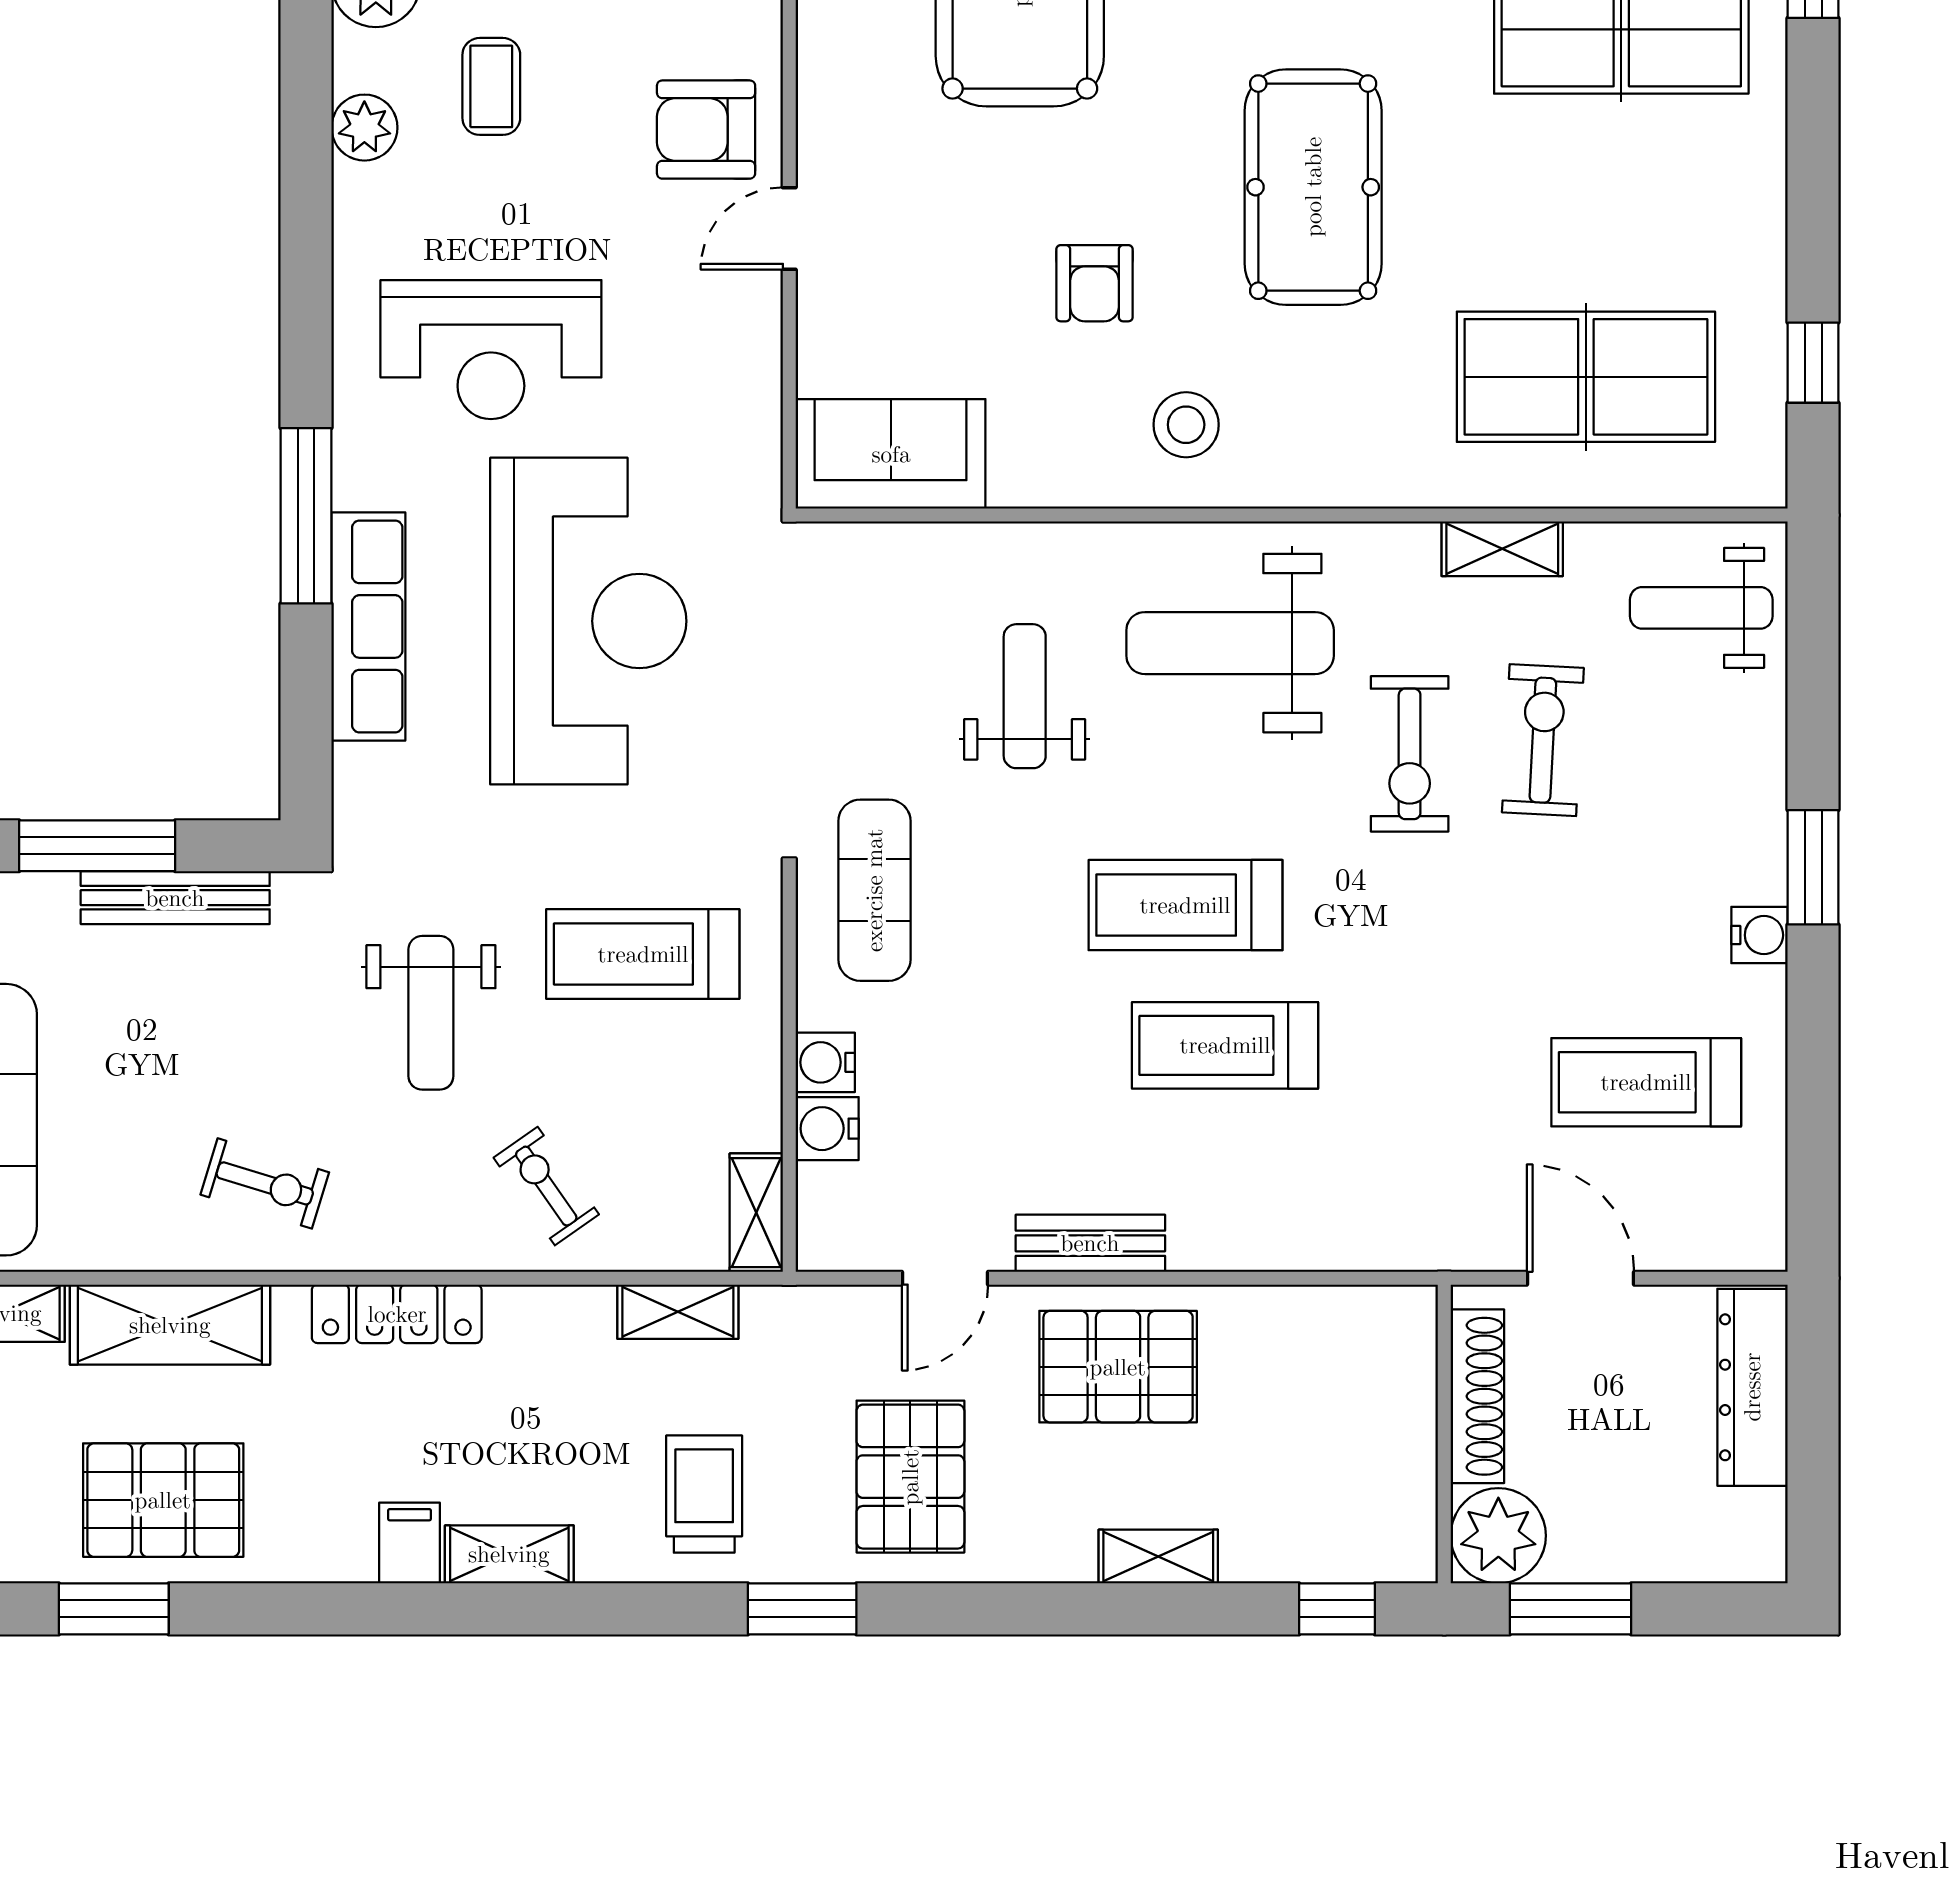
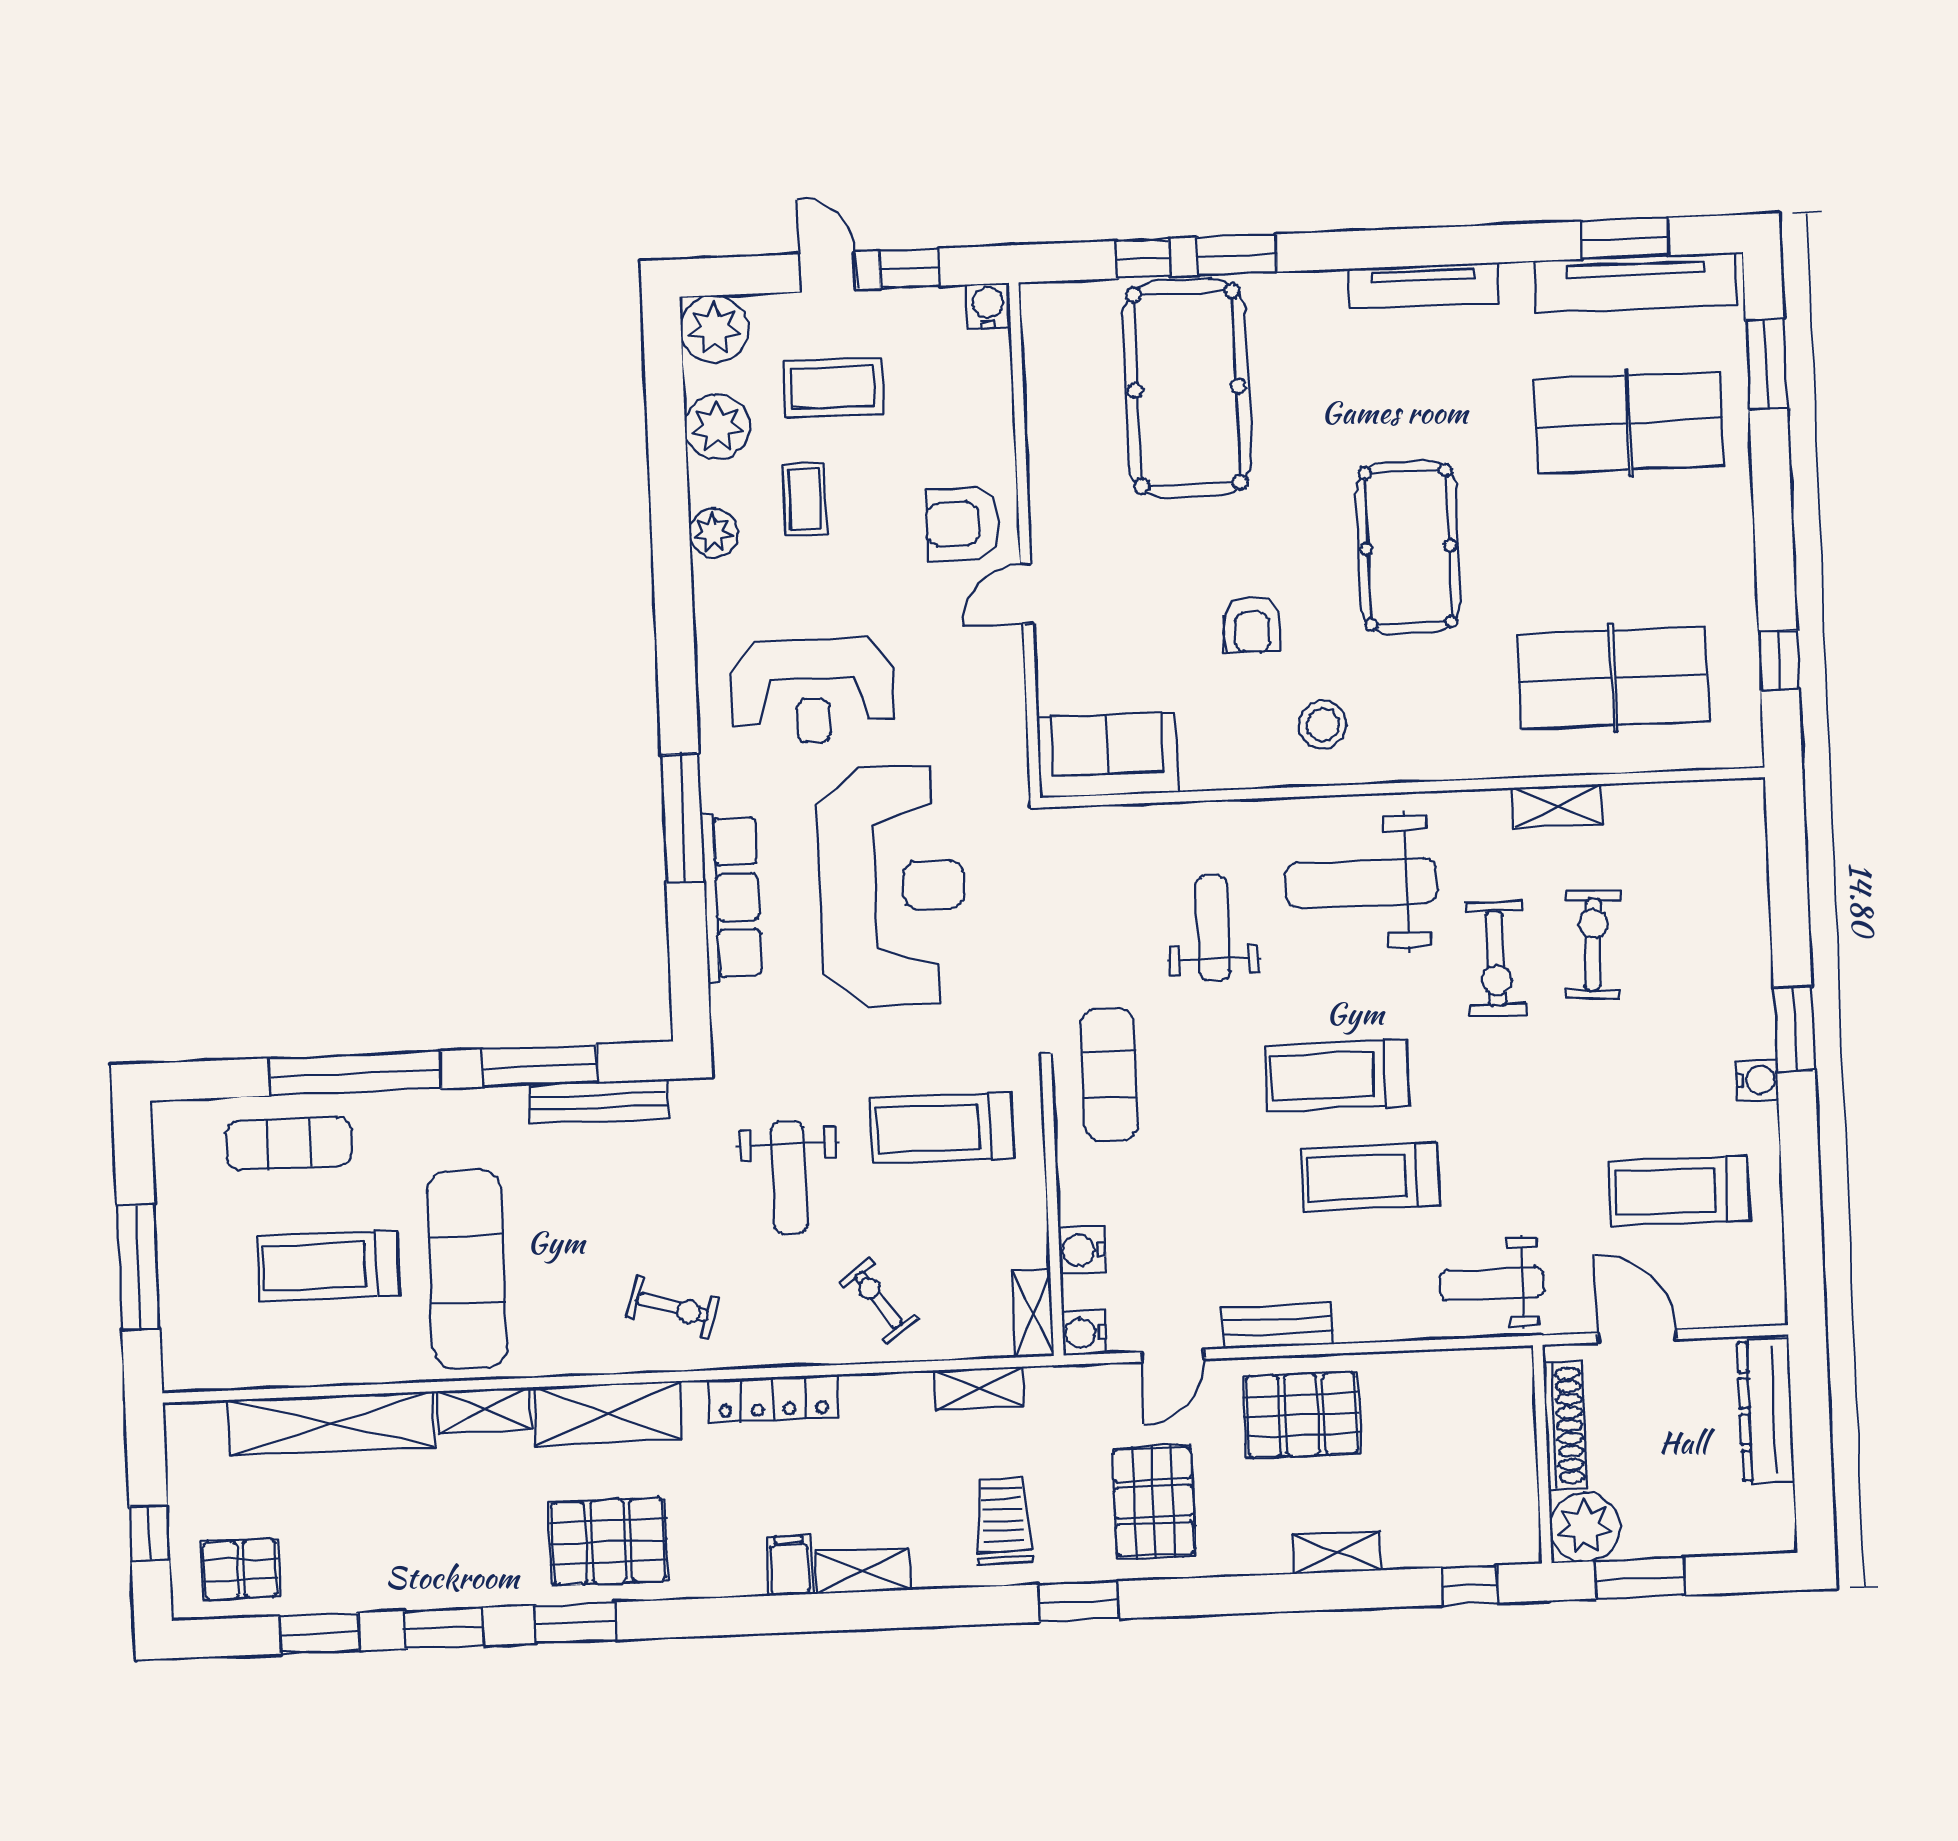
weight bench: (1701, 608) -> (1492, 1283), moved
water cooler: (825, 1062) -> (1084, 1333), moved

